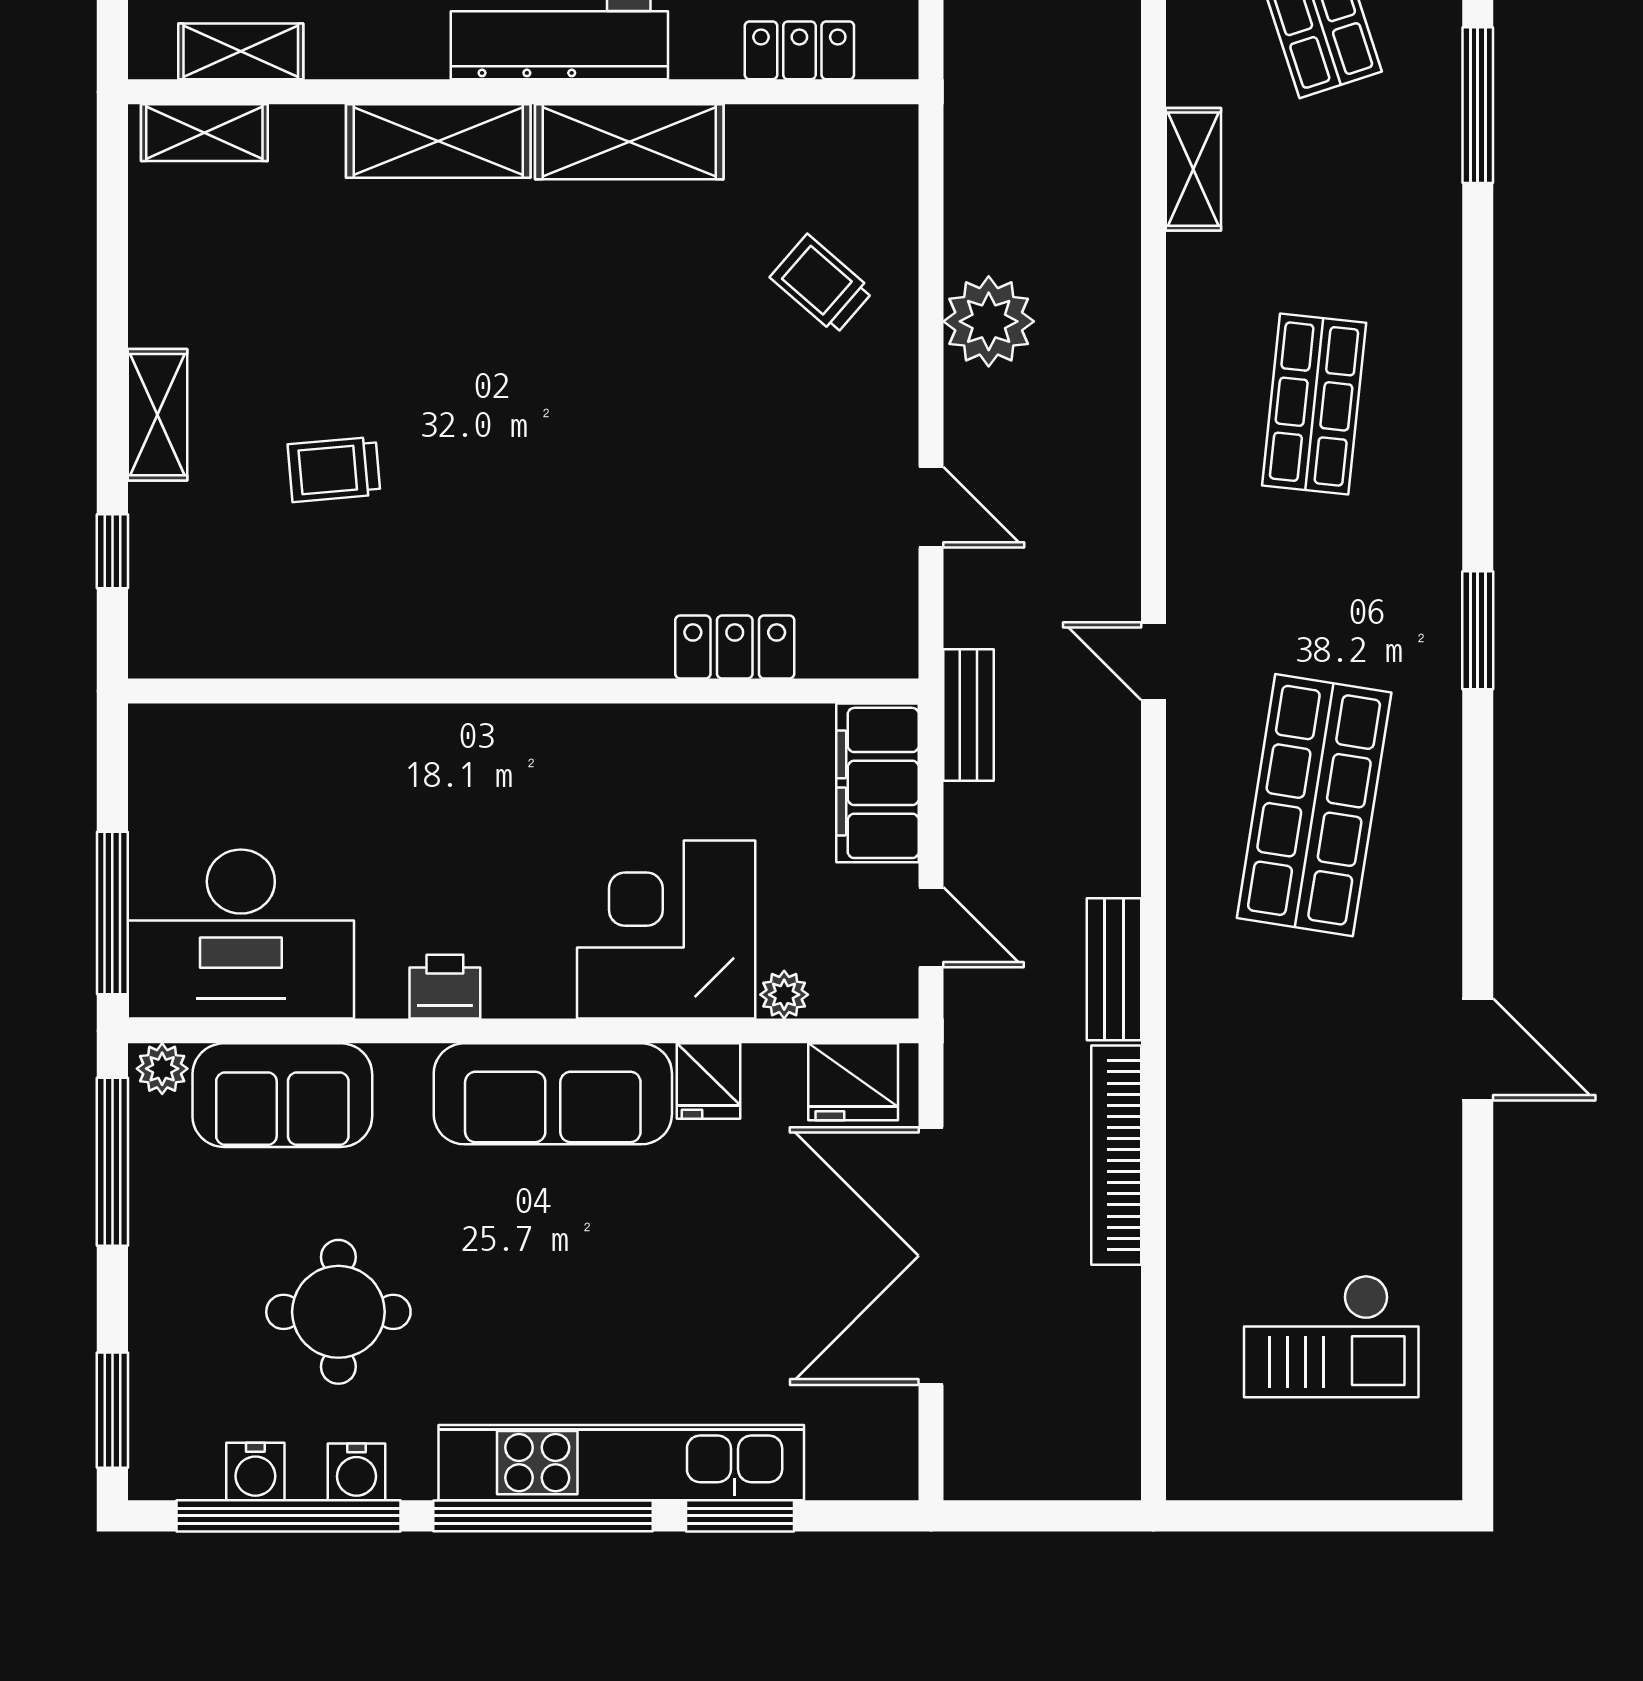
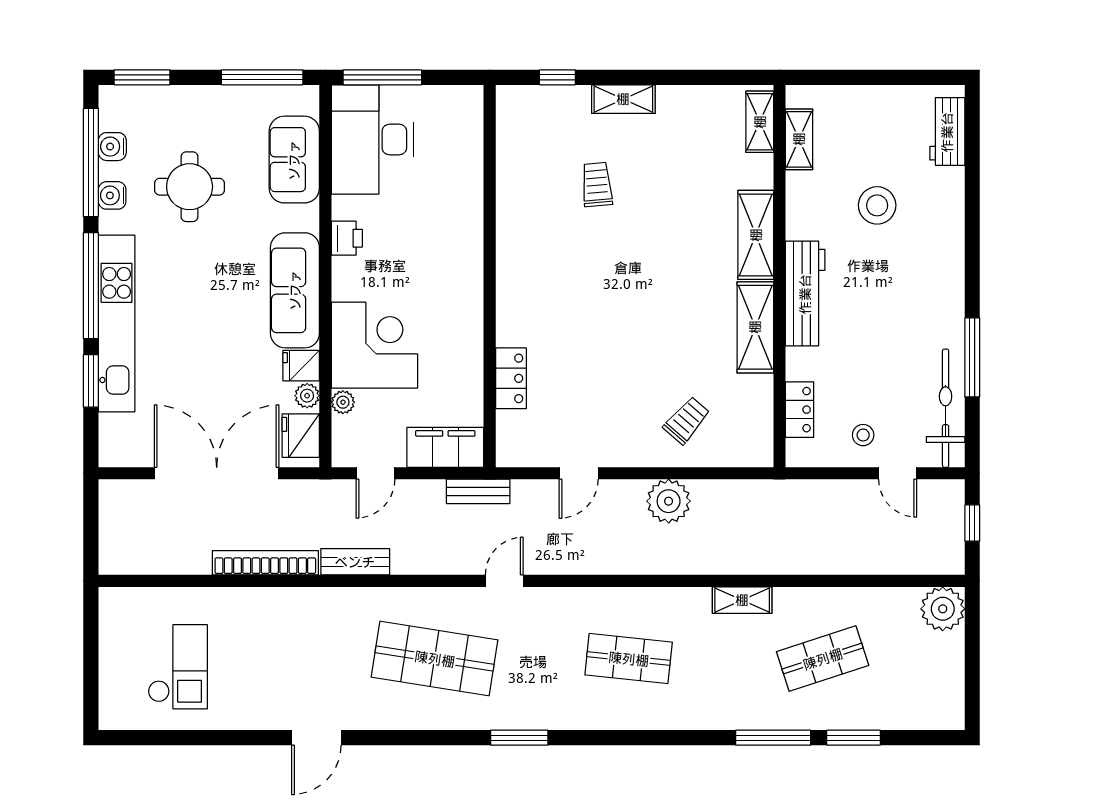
plant: (162, 1069) -> (307, 396), moved
checkout: (1331, 1336) -> (178, 667), turned 180

